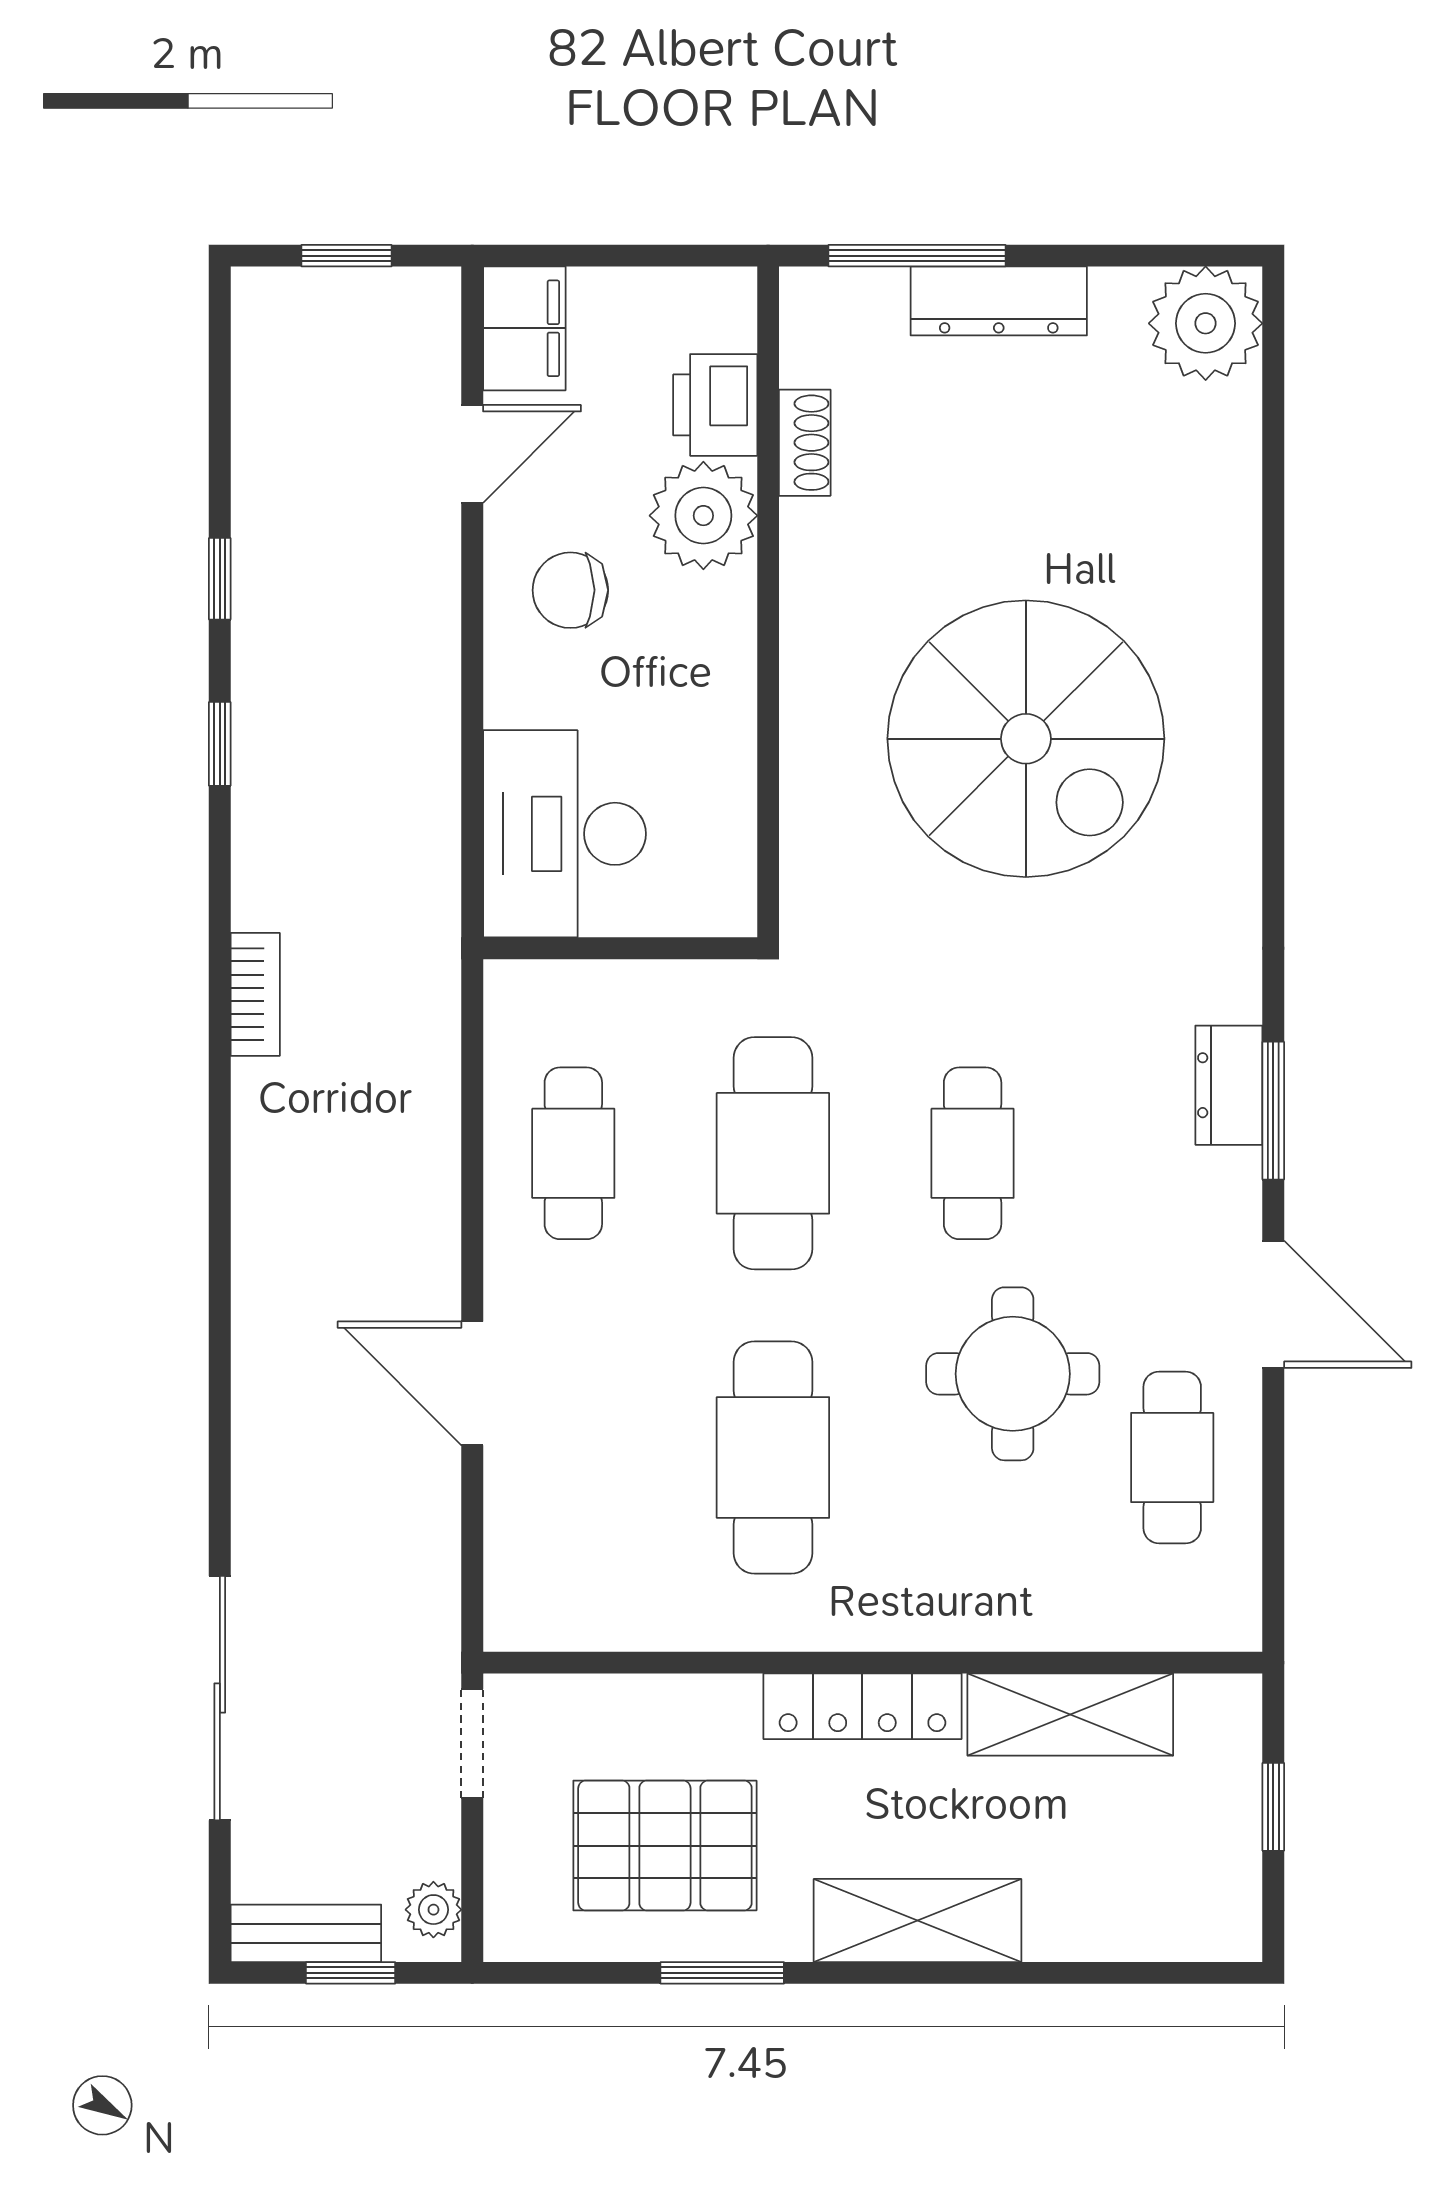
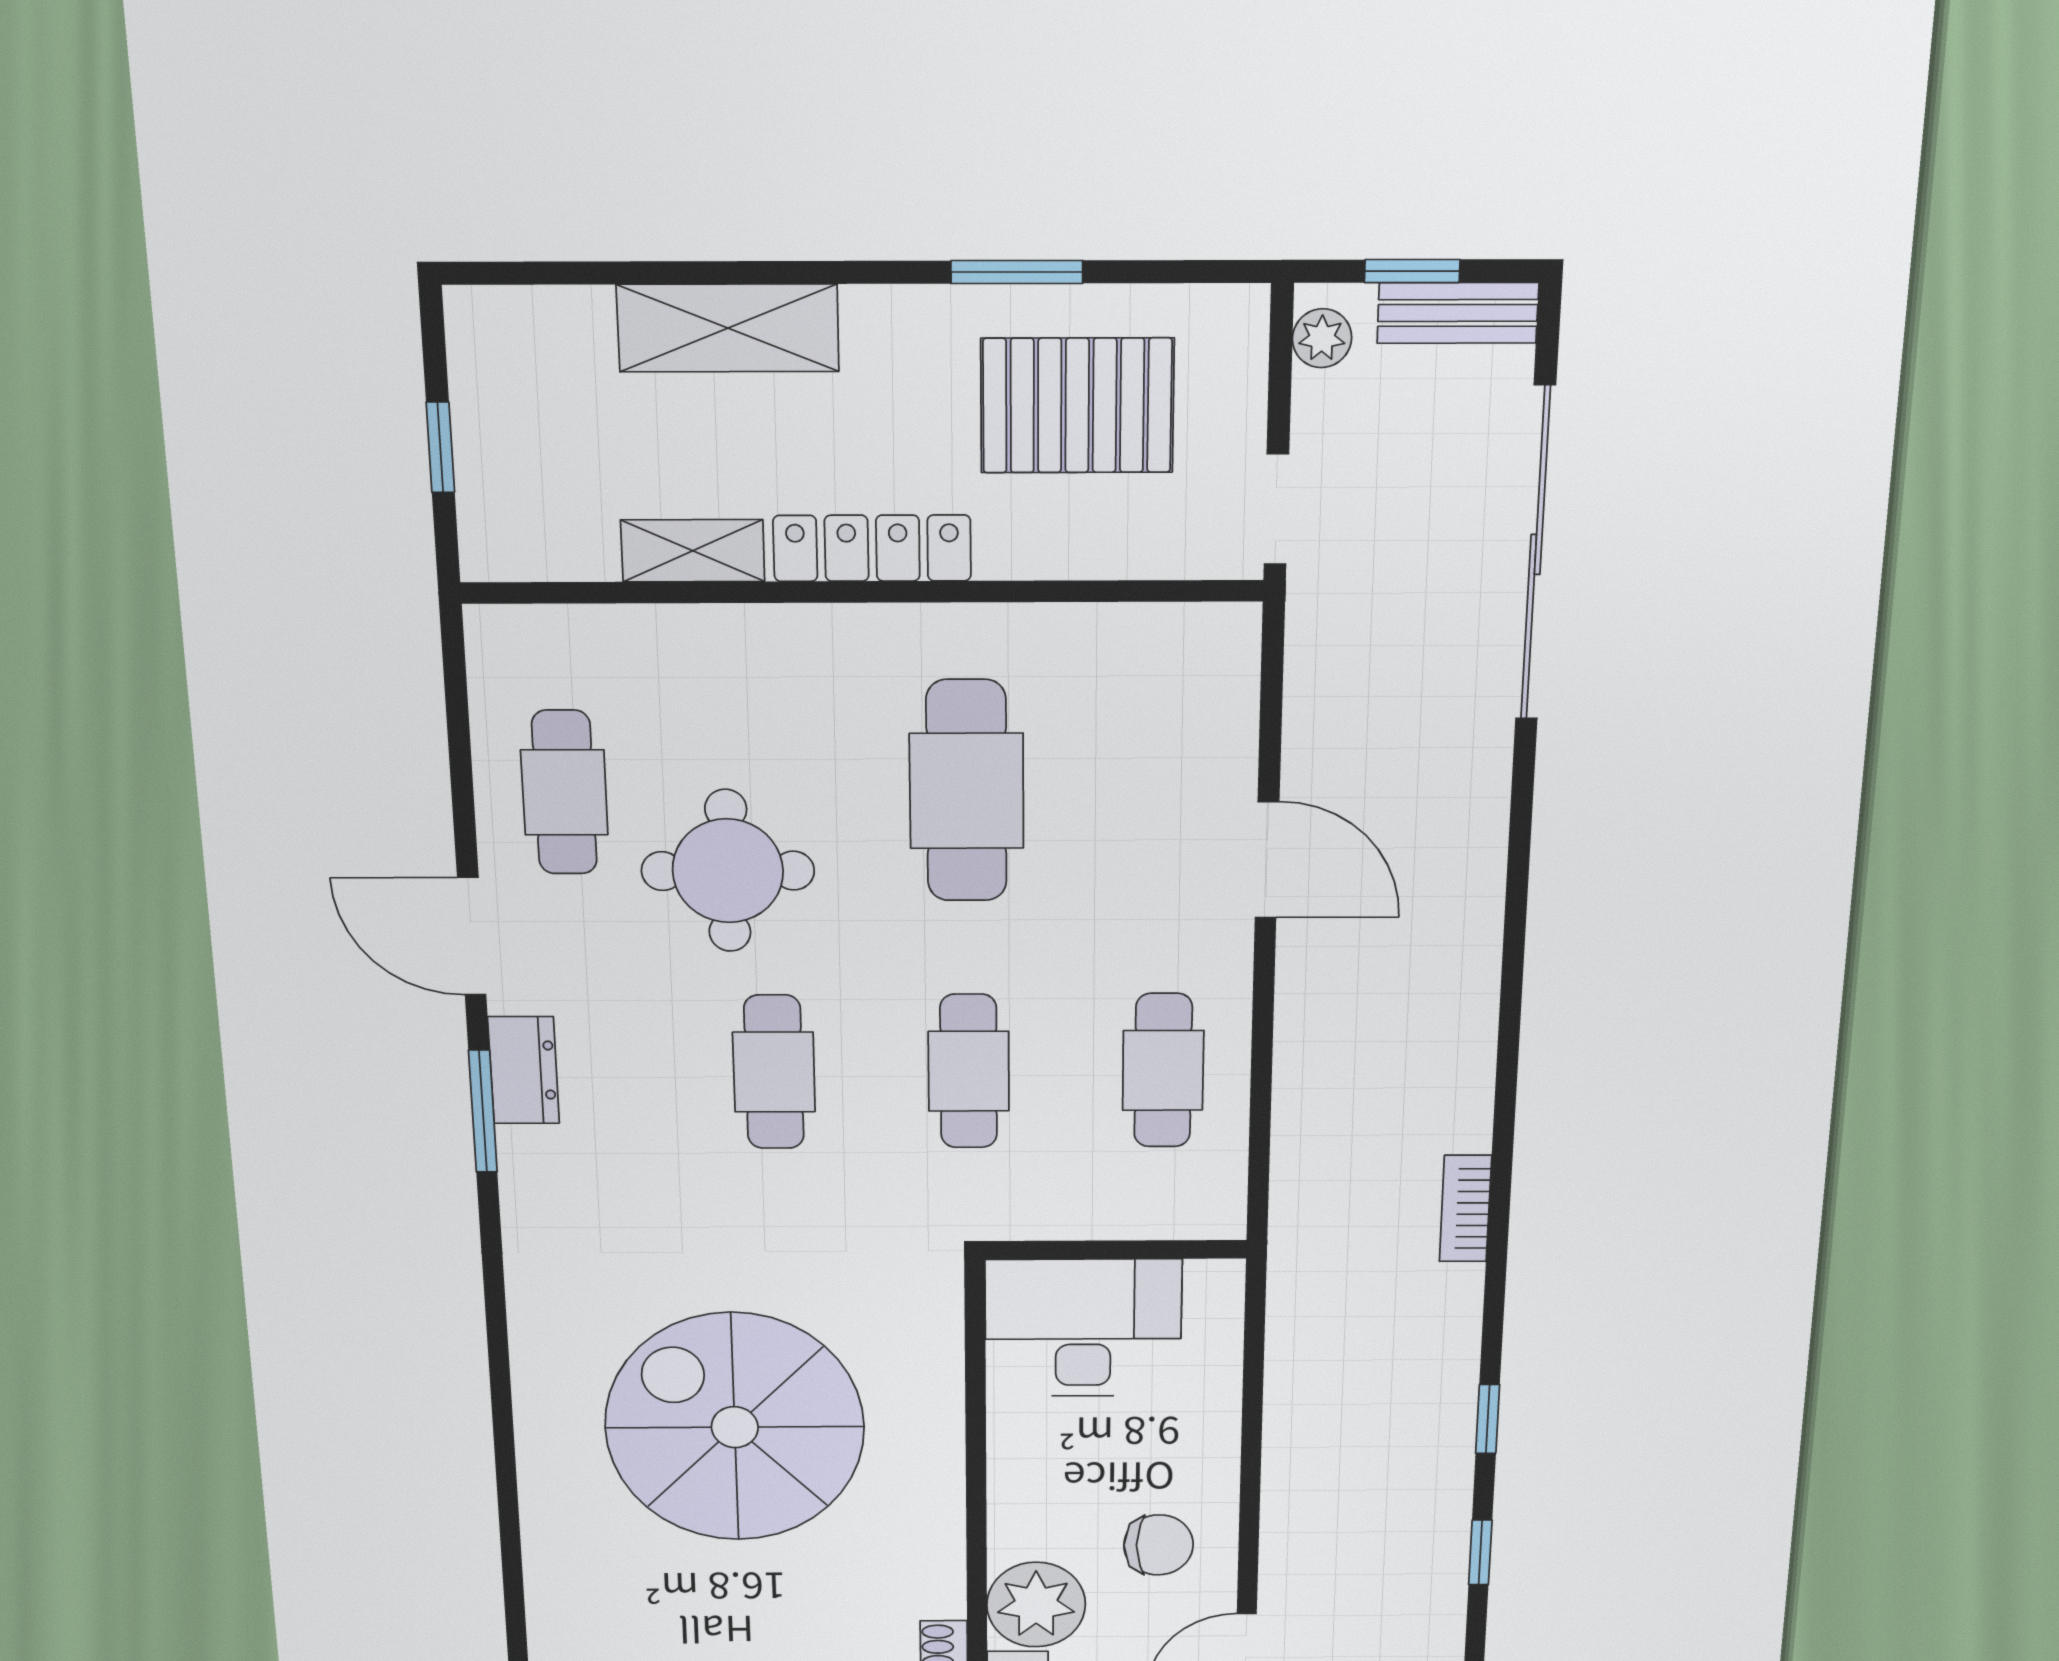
desk: (565, 834) -> (1083, 1328), moved, turned -90
dresser: (1229, 1085) -> (524, 1070), moved
cafe table: (773, 1153) -> (969, 1071), width x0.73, depth x0.74
sliding door: (220, 1698) -> (1535, 554), width x1.36
shelving: (1070, 1715) -> (693, 551), width x0.67, depth x0.75
shelving: (918, 1920) -> (728, 328), moved

